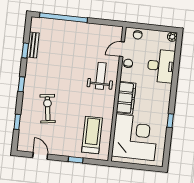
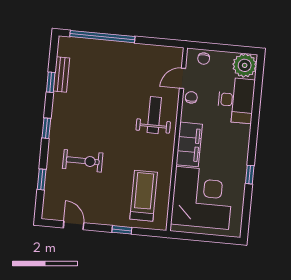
plant: (172, 37) -> (245, 65), width x1.88, depth x1.88
exercise bike: (48, 109) -> (83, 161), turned 98

